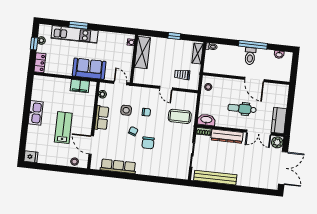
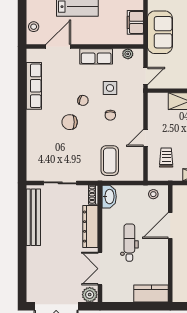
door: (254, 79) -> (170, 226), moved
kitchen counter: (279, 120) -> (151, 294), moved

